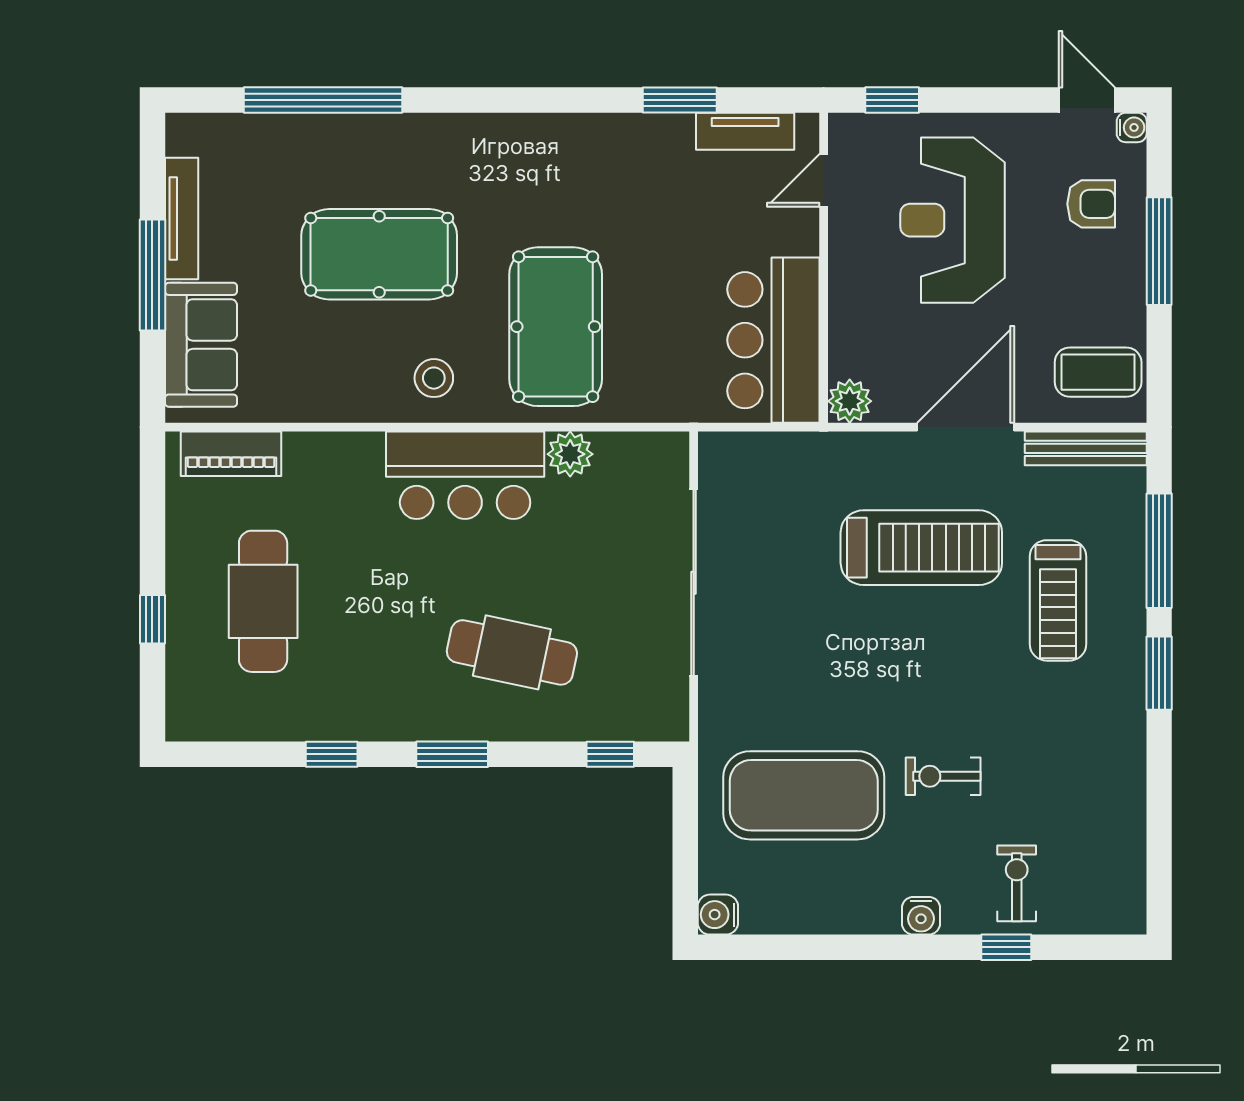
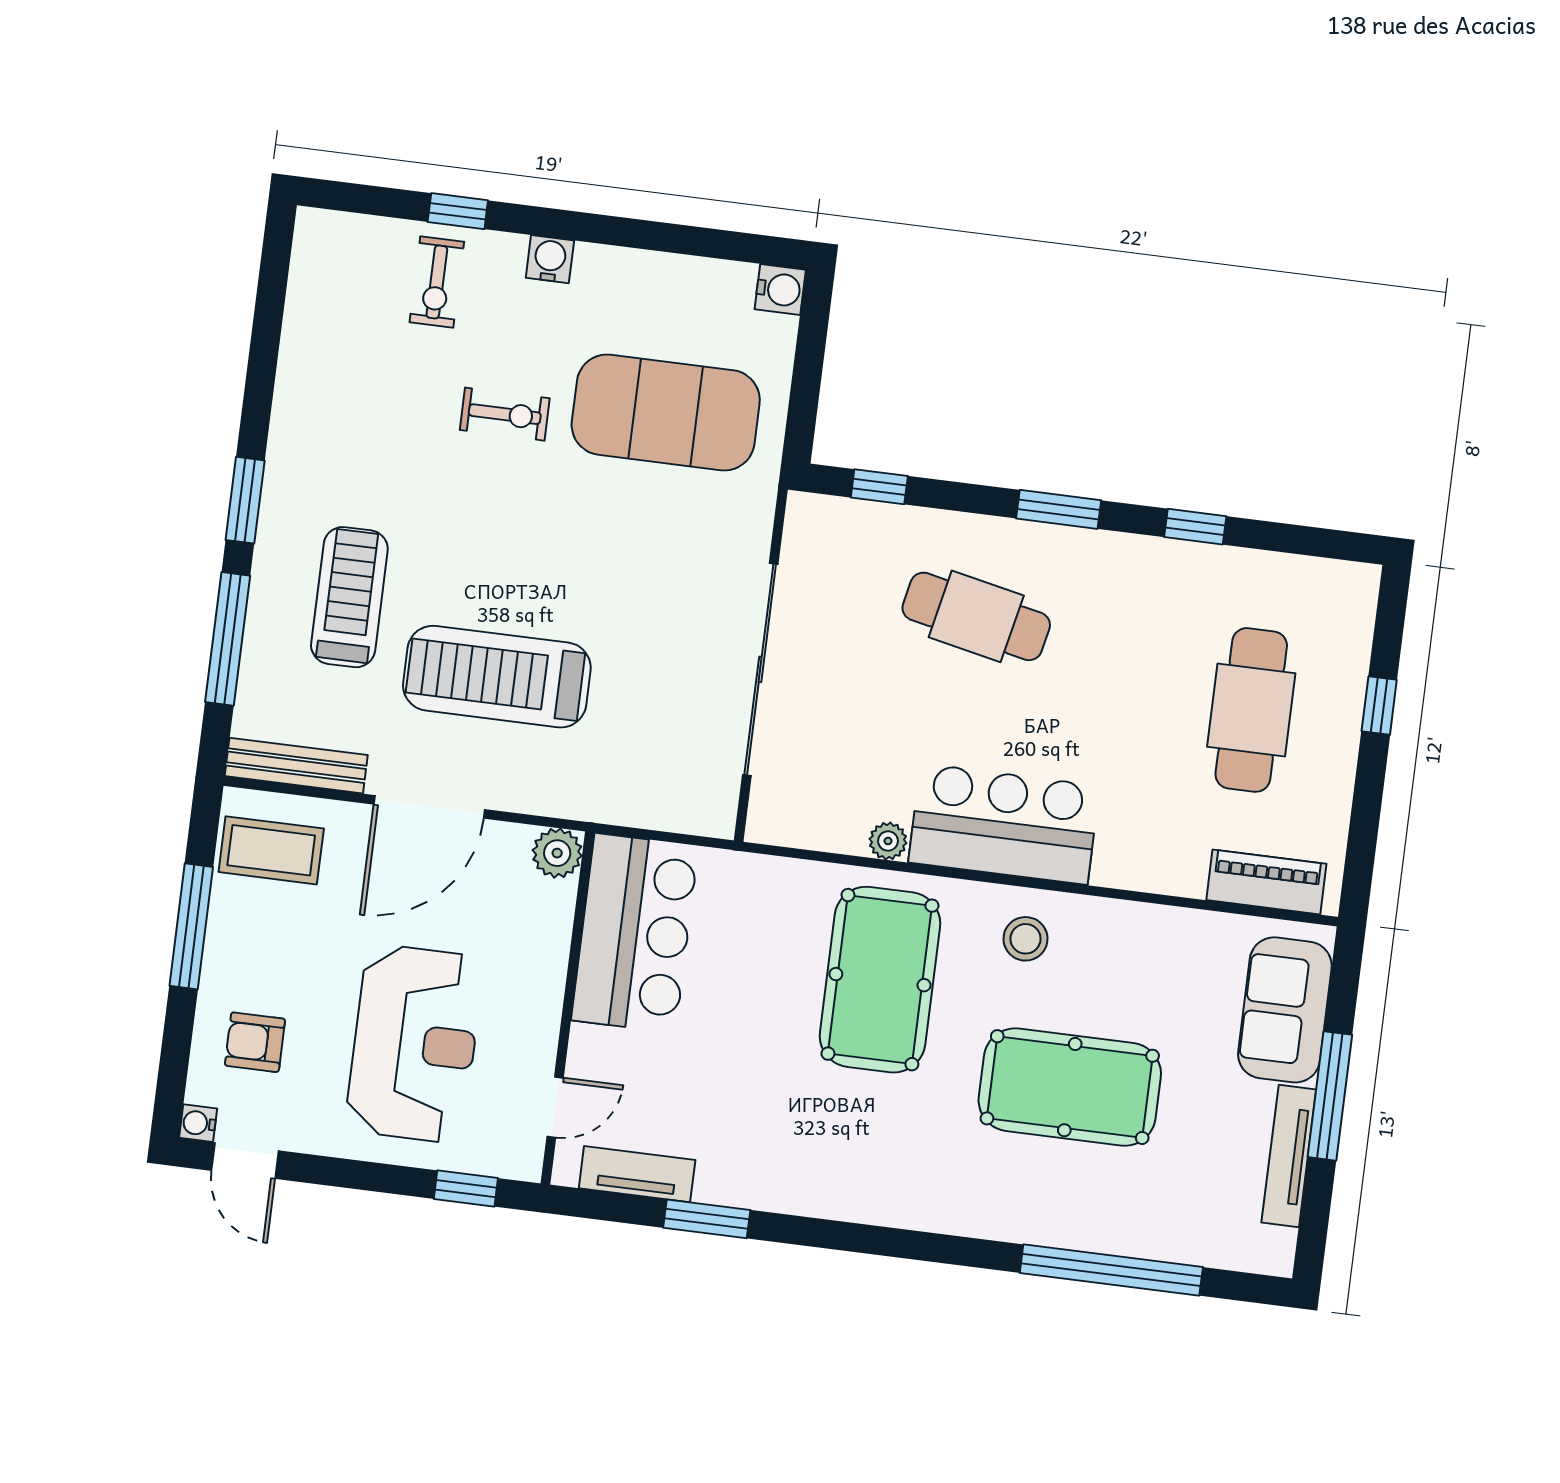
window: (1159, 251) -> (191, 926), moved
plant: (570, 454) -> (888, 841), width x0.73, depth x0.73

